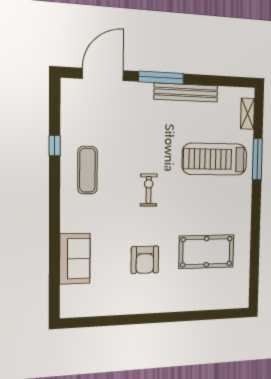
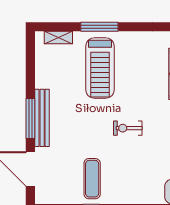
bench: (186, 92) -> (42, 118), moved
exercise mat: (87, 170) -> (92, 179), moved, turned 90

